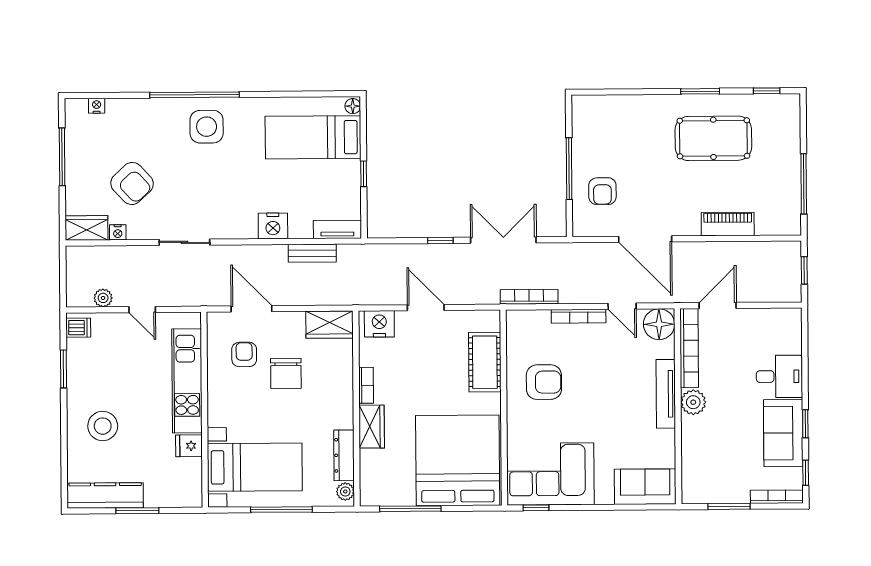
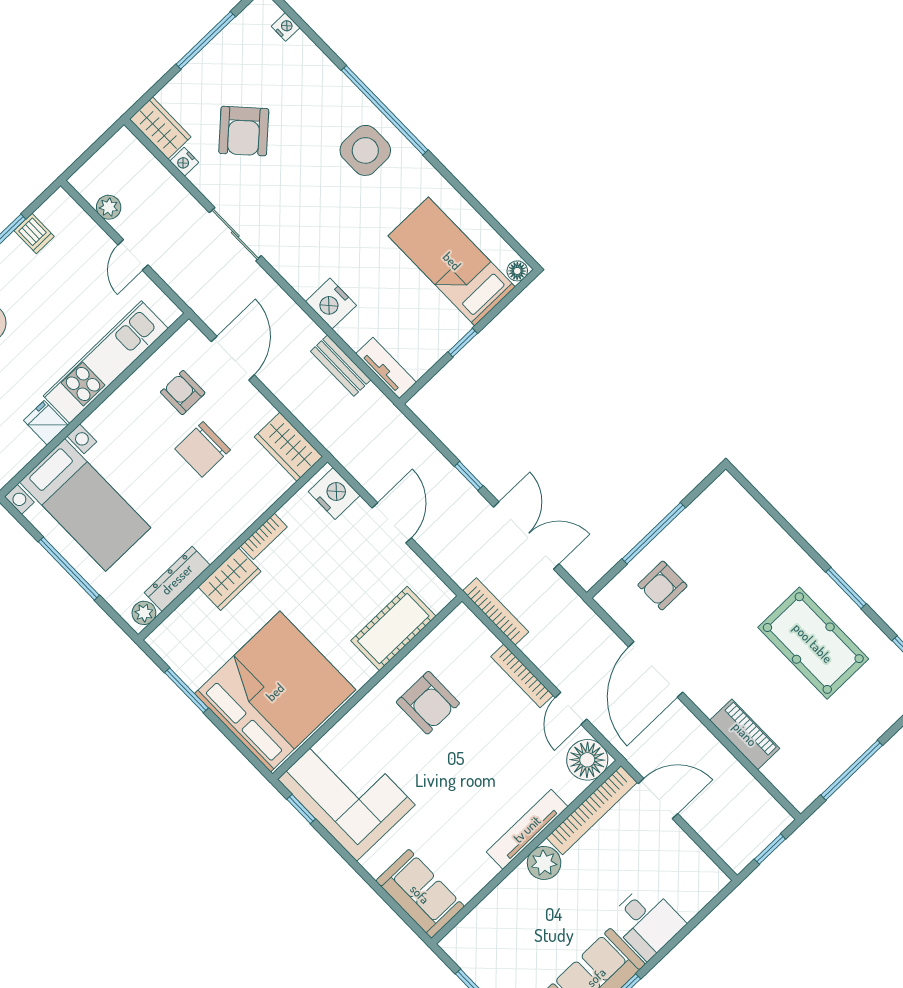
dishwasher: (78, 328) -> (34, 233), moved
armchair: (244, 354) -> (183, 393), turned -90
window: (410, 509) -> (186, 690), width x0.69

